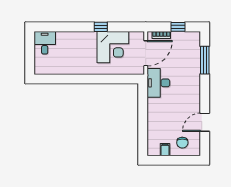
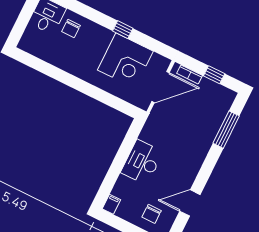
chair: (65, 44) -> (71, 28), added
desk: (158, 83) -> (142, 162), moved
filing cabinet: (165, 150) -> (111, 204), moved

